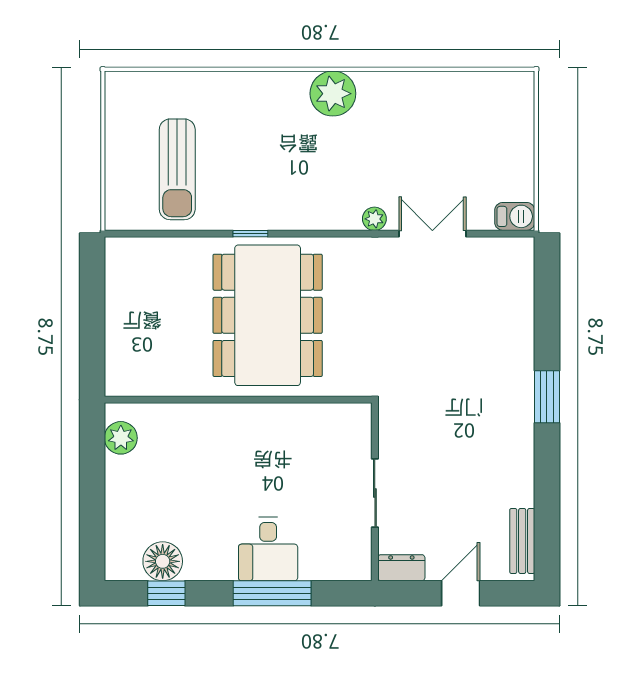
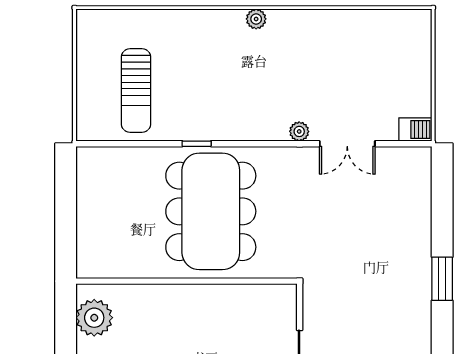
plant: (333, 94) -> (256, 19), width x0.53, depth x0.53
double door: (432, 234) -> (347, 144), swing flipped
plant: (121, 438) -> (94, 318), width x1.36, depth x1.36

